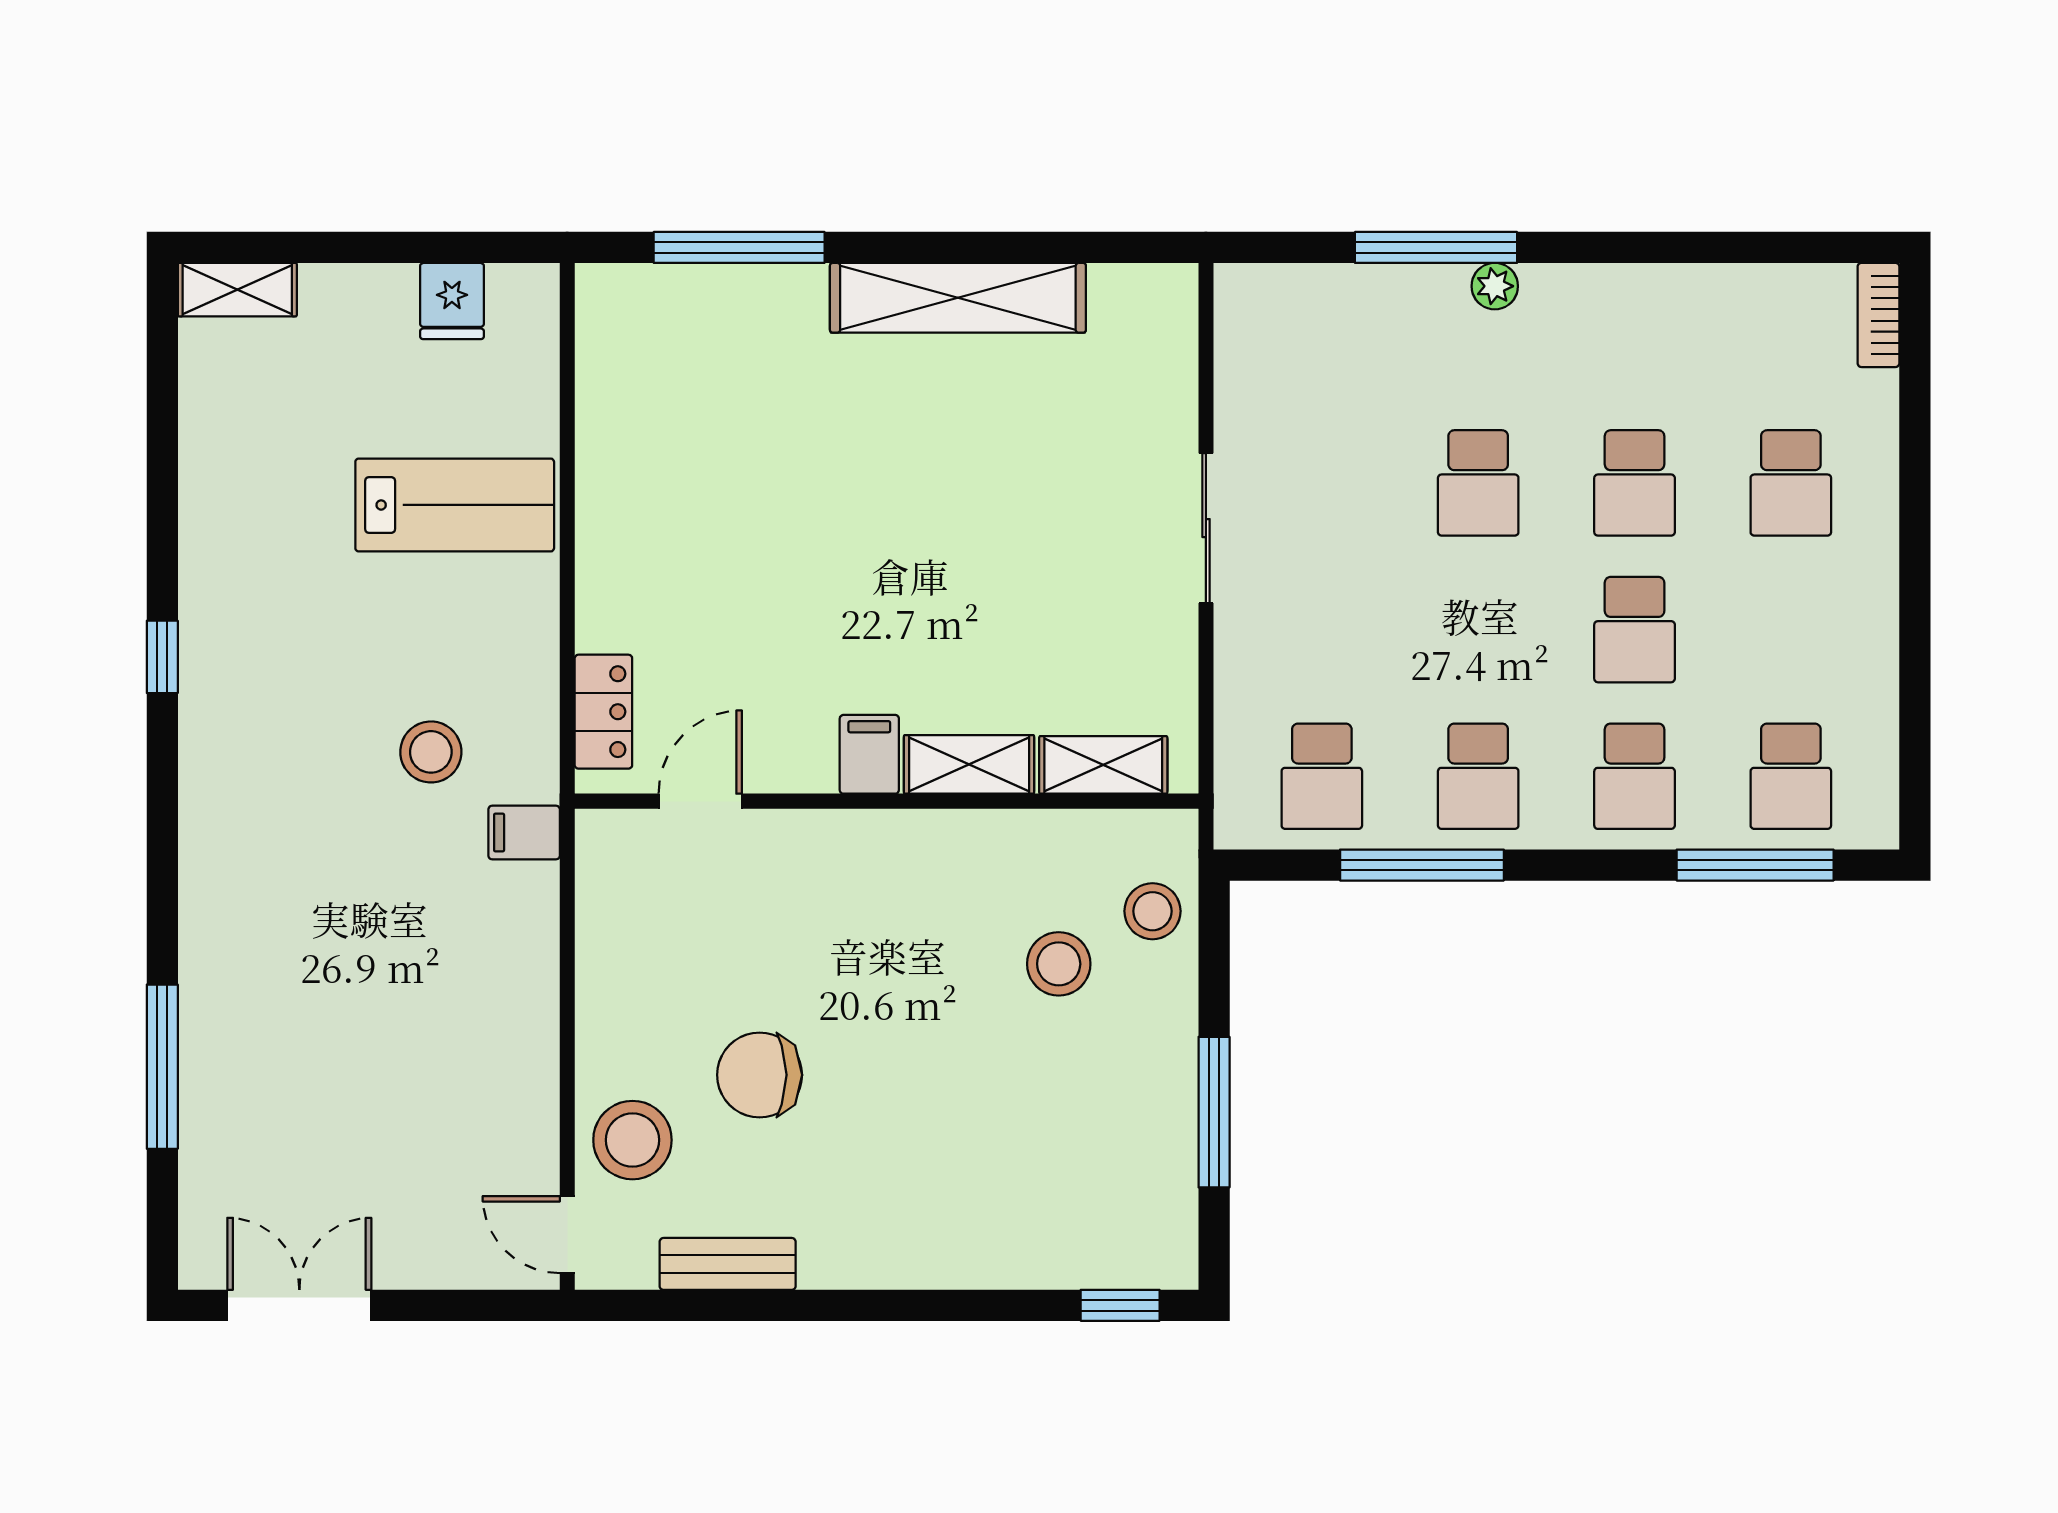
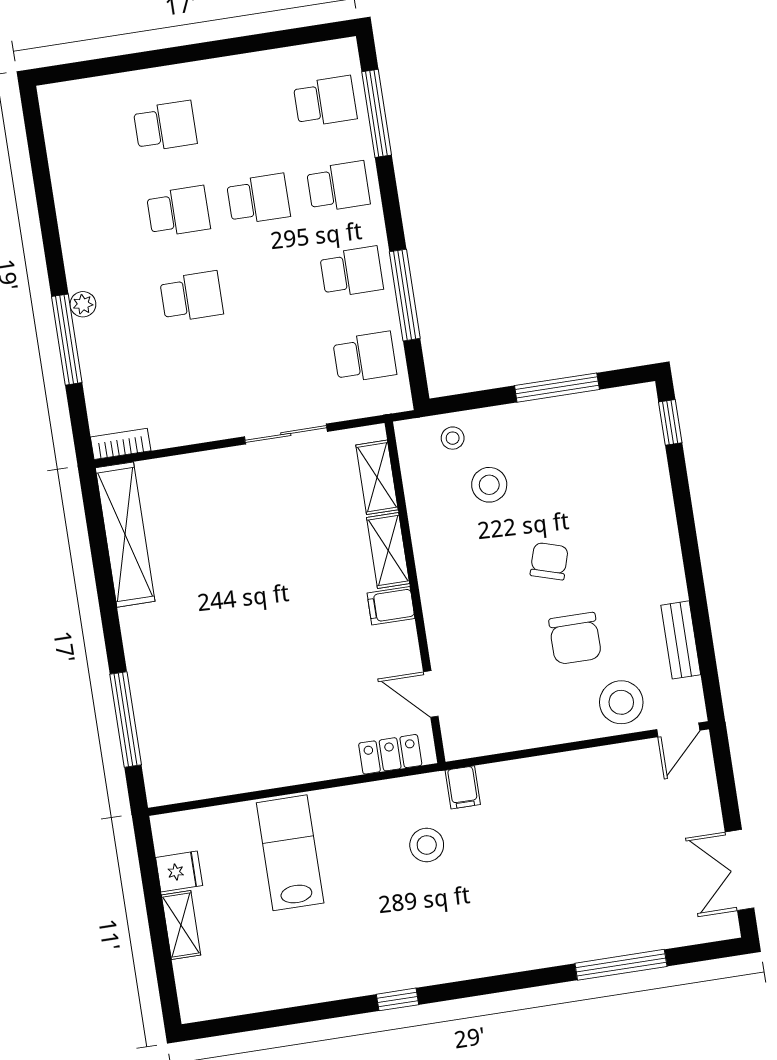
shelving: (237, 290) -> (181, 925), moved
shelving: (958, 298) -> (125, 535), moved
bookcase: (1878, 315) -> (121, 444), moved, turned 180
sliding door: (1206, 528) -> (286, 434), moved
stool: (1152, 911) -> (453, 438), width x0.73, depth x0.73
chair: (905, 1050) -> (549, 561), added

